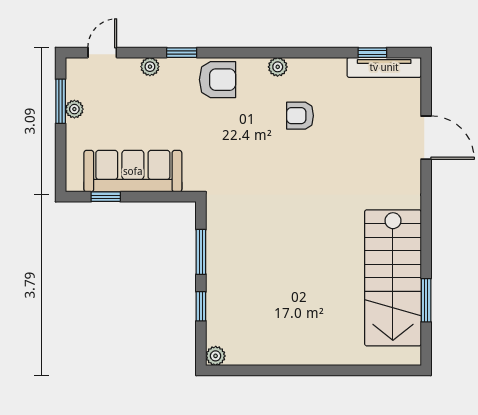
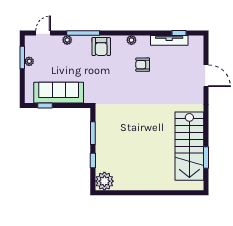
window: (182, 53) -> (83, 33), width x2.17
tv unit: (384, 67) -> (169, 40), moved
armchair: (217, 80) -> (101, 47), turned 90
plant: (216, 356) -> (104, 181), width x1.88, depth x1.88

